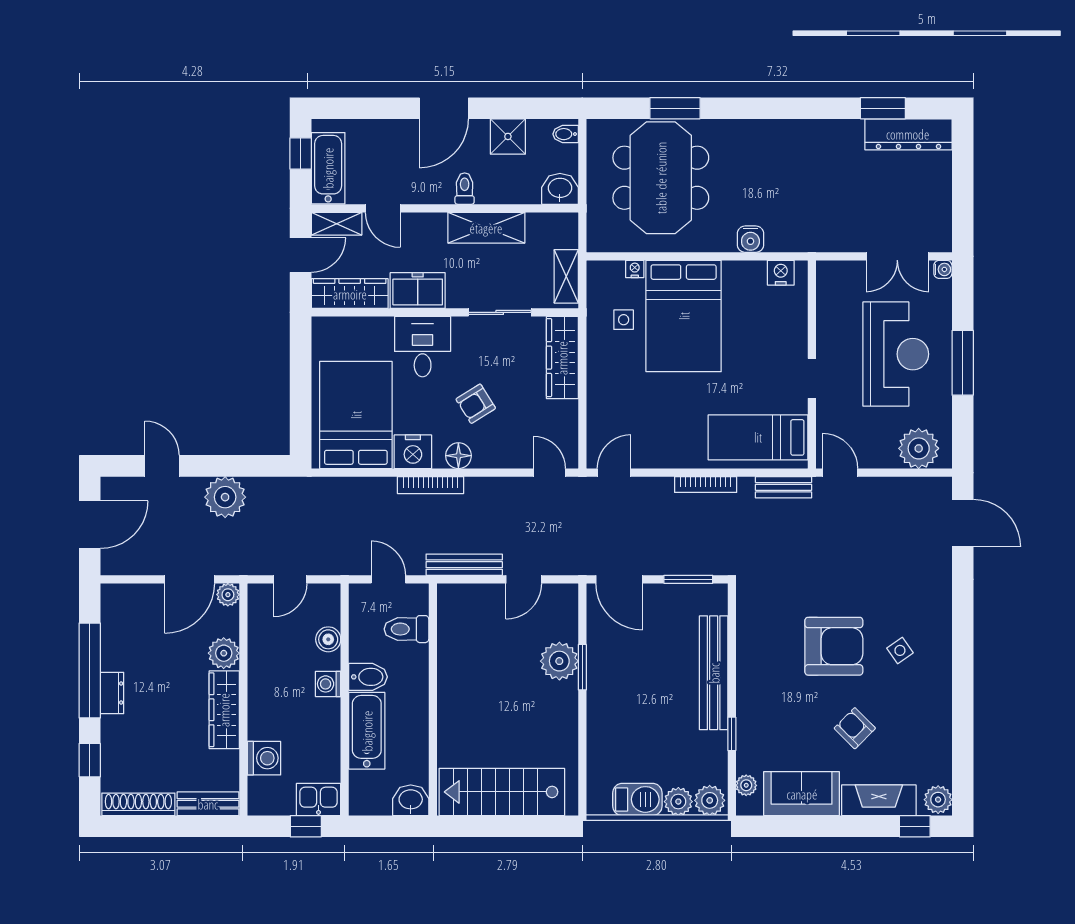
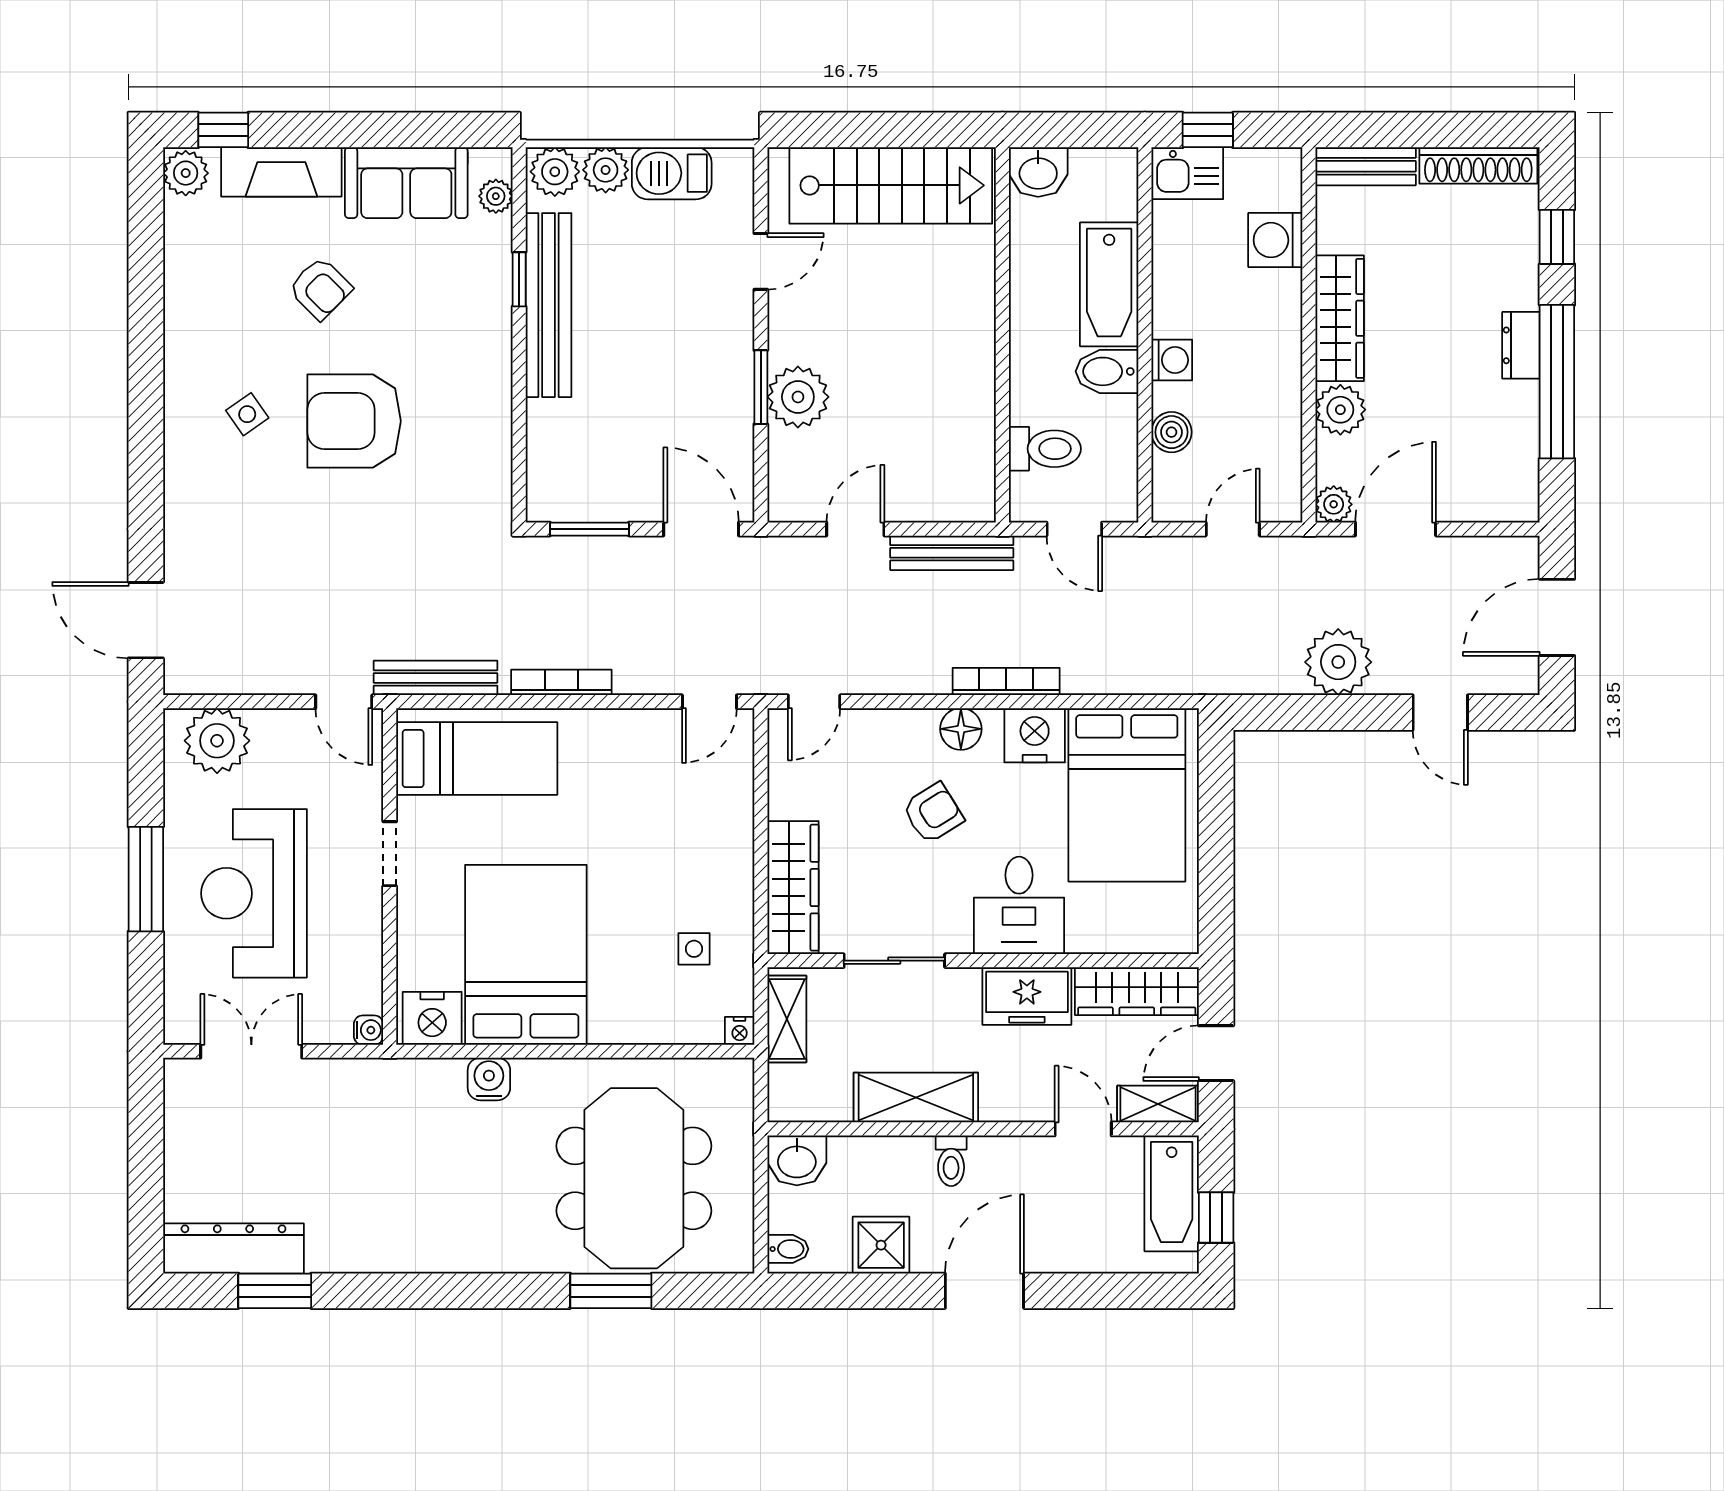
nightstand: (635, 269) -> (740, 1031), moved
water cooler: (943, 269) -> (369, 1030), moved, turned 180
nightstand: (781, 273) -> (432, 1018), width x1.36, depth x1.33
bed: (684, 316) -> (526, 955), moved
door: (549, 473) -> (814, 702), hinge flipped
bench: (783, 487) -> (436, 678), width x1.36
bench: (714, 673) -> (548, 305), moved
door: (582, 745) -> (761, 261), added

